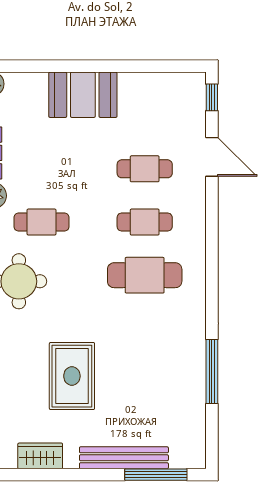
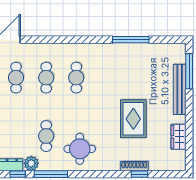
cafe table: (145, 275) -> (76, 78), width x0.73, depth x0.74
rug: (72, 376) -> (133, 119), turned 90

